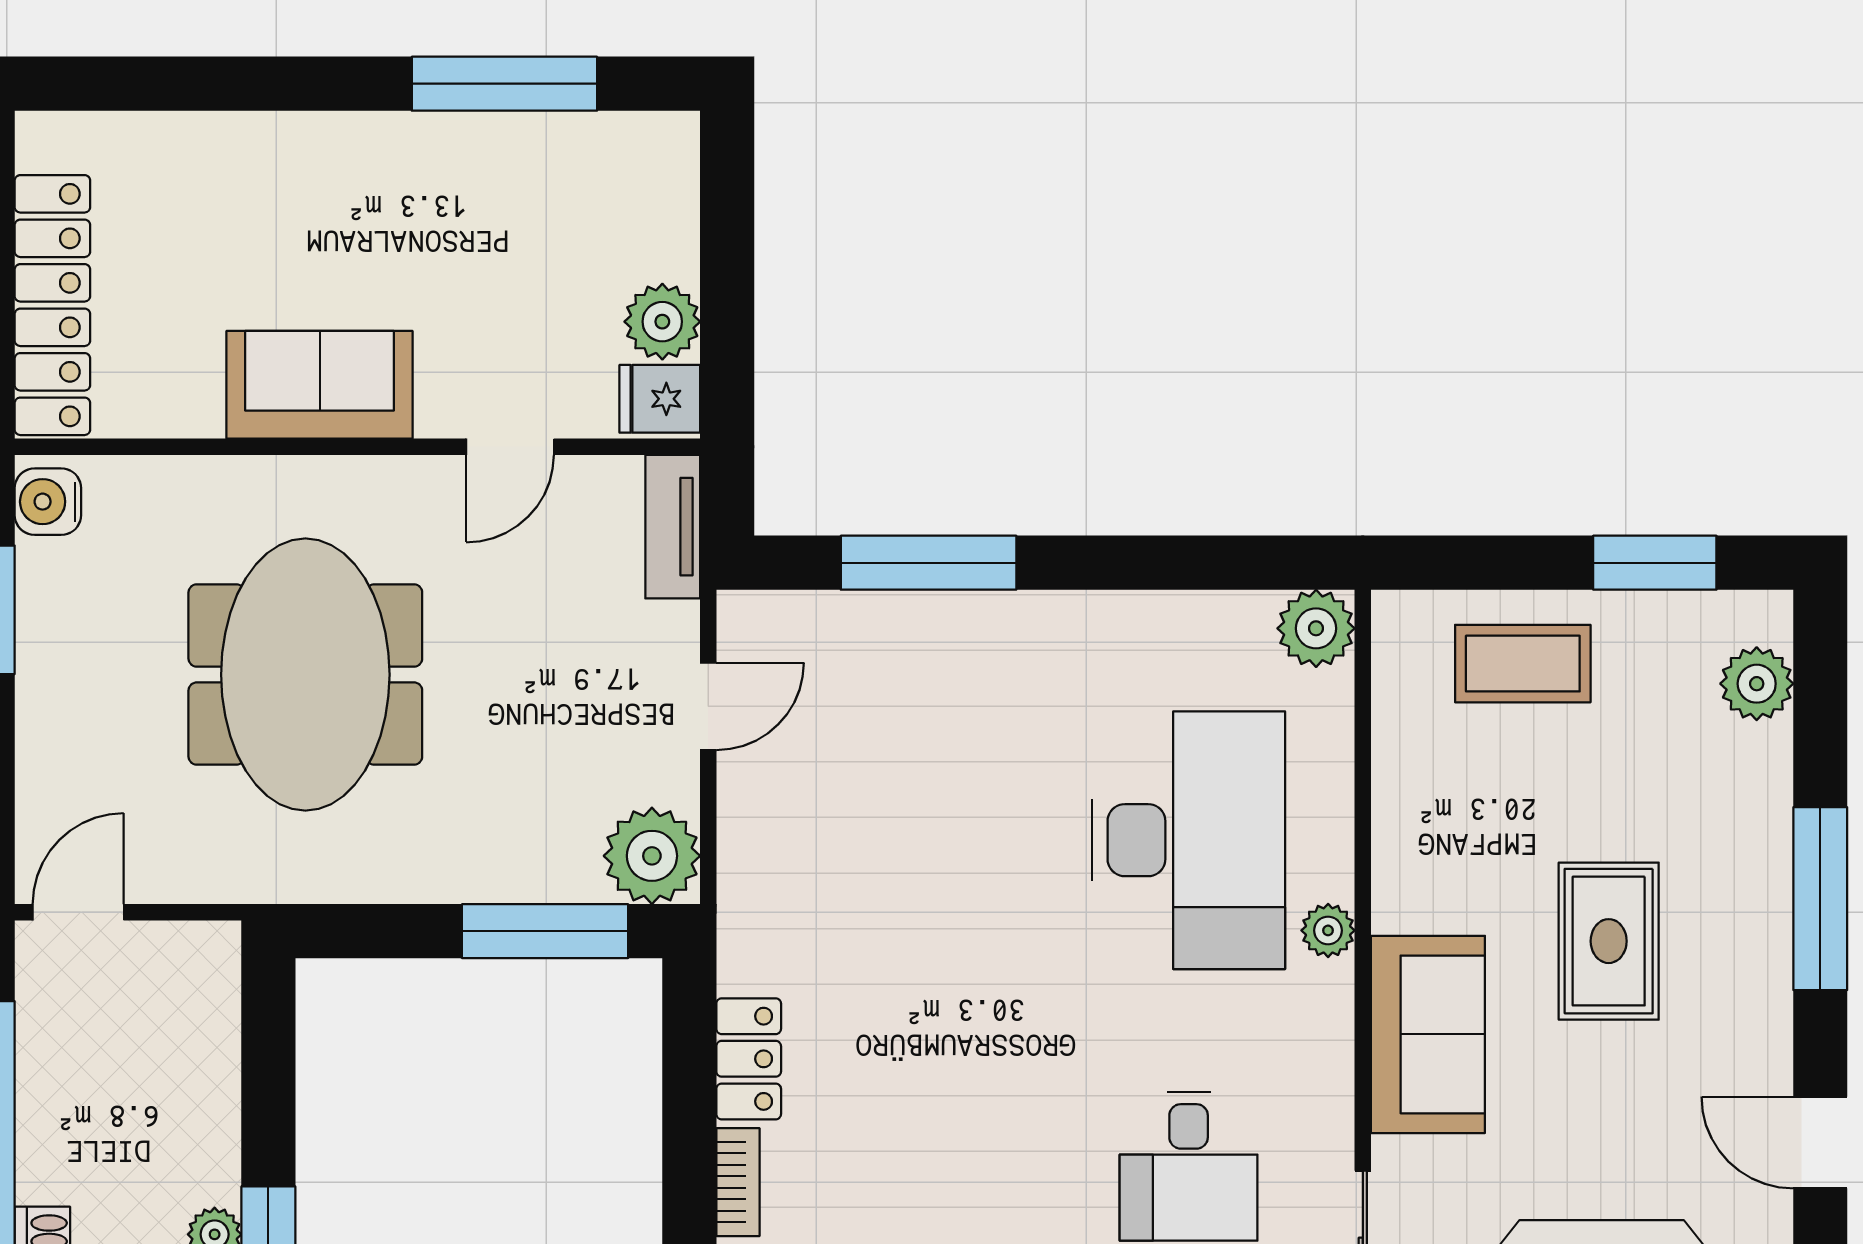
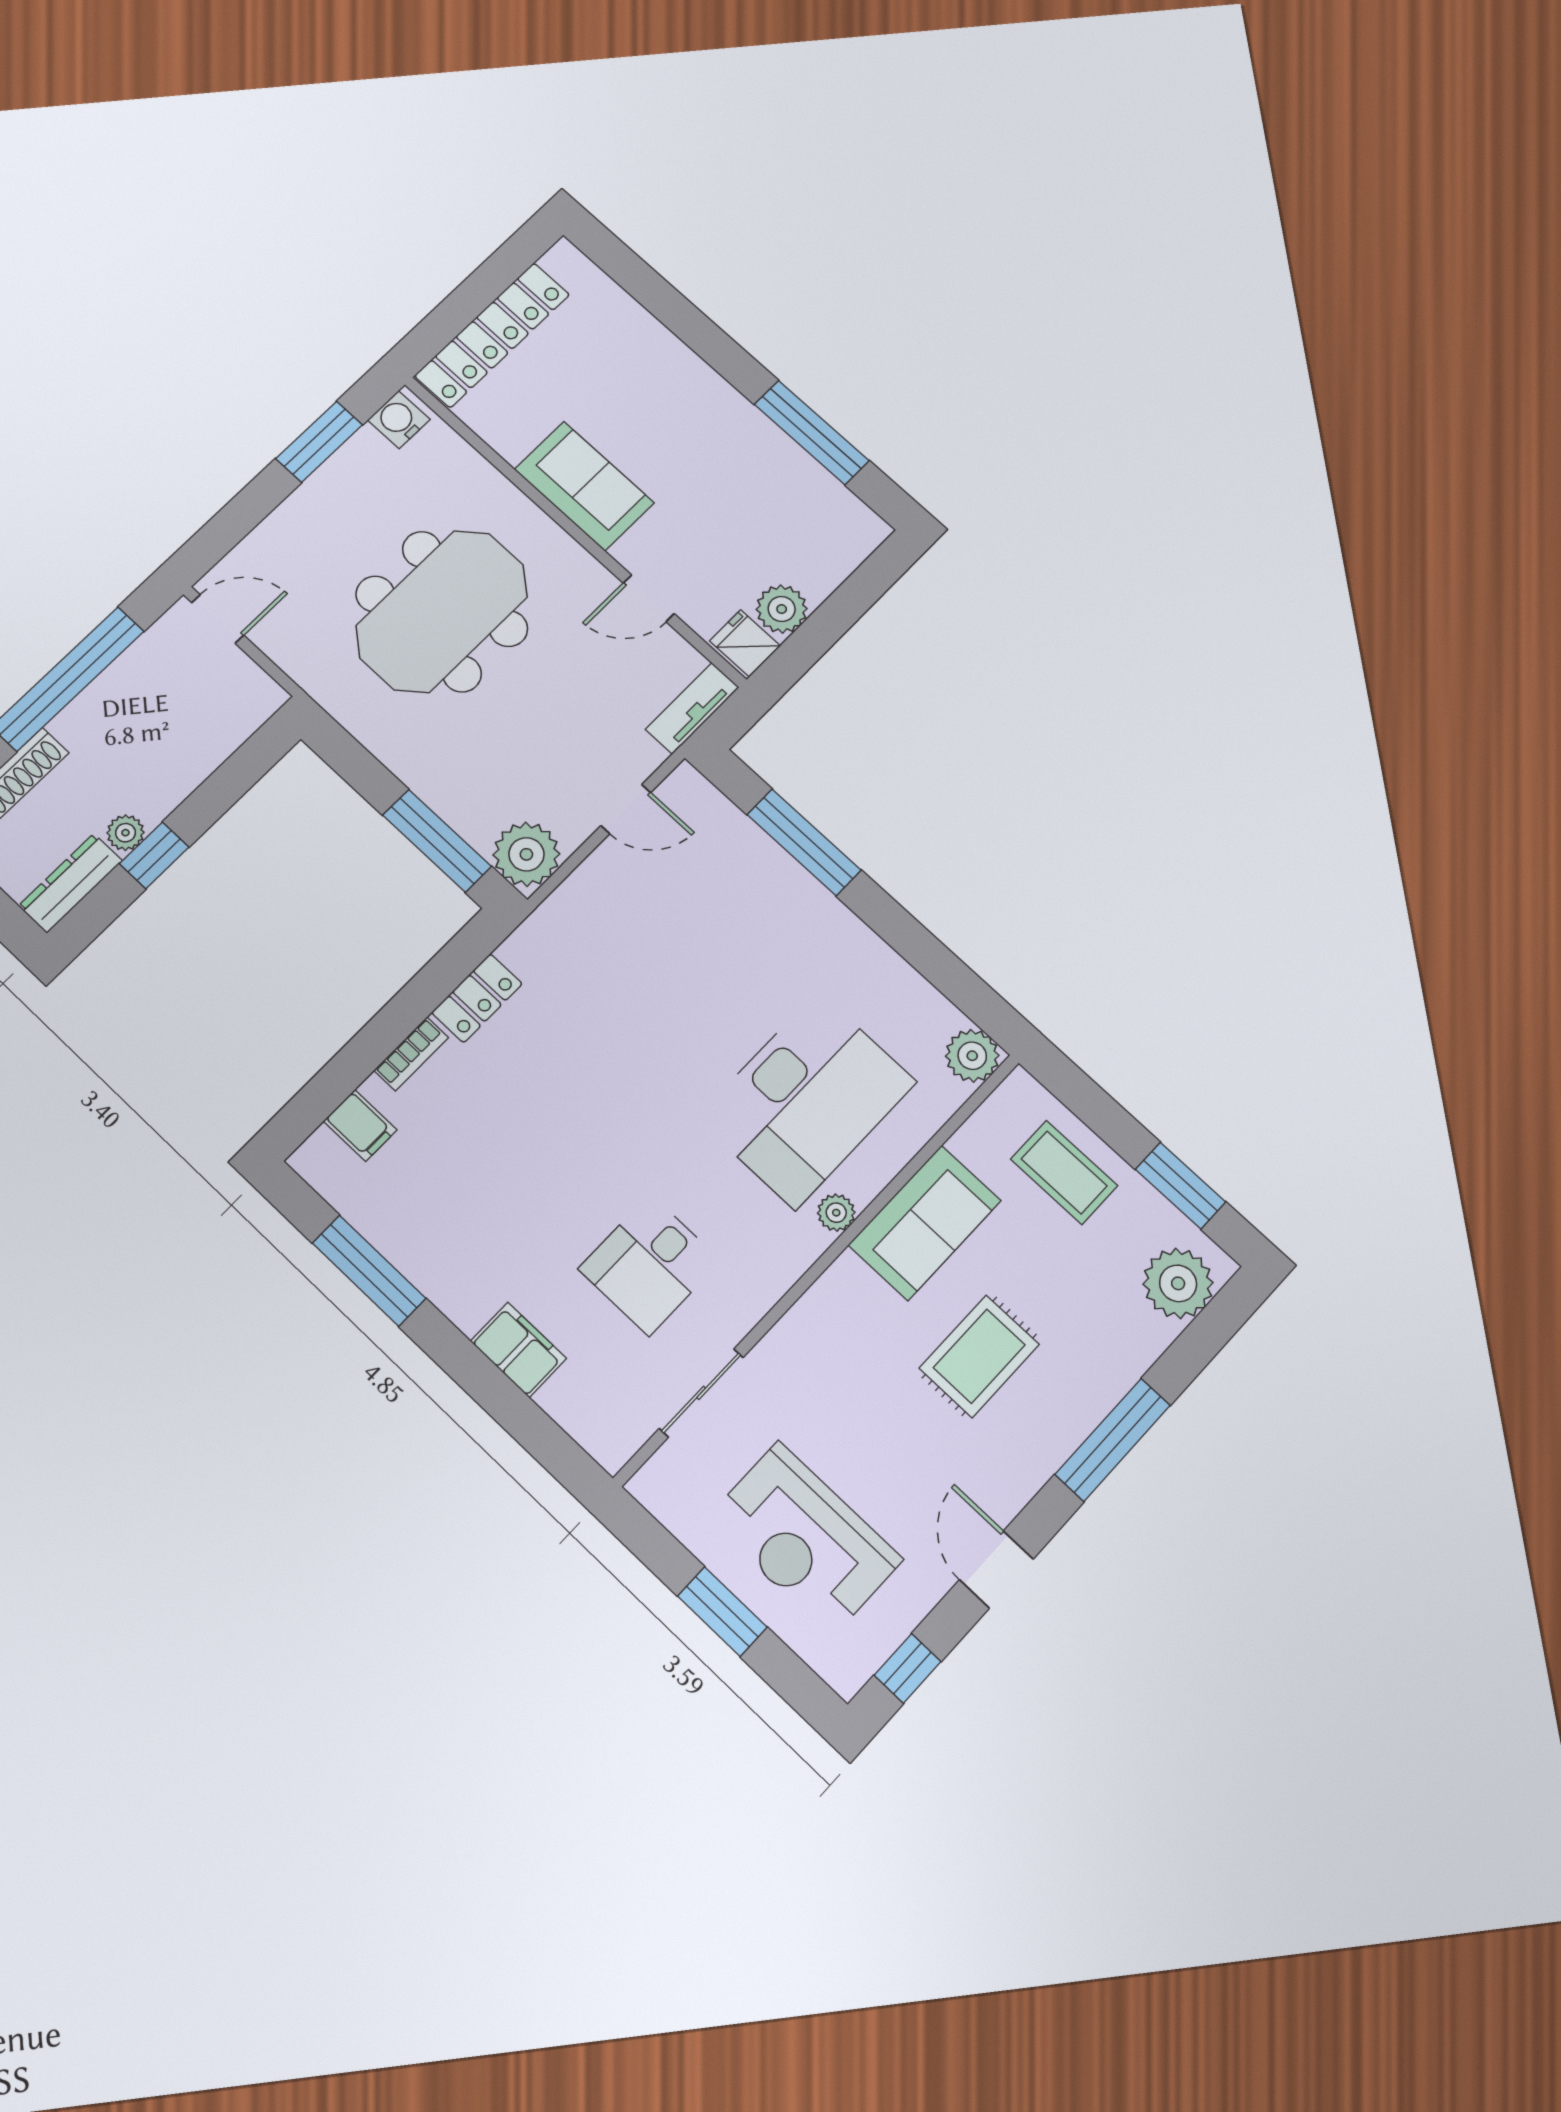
plant: (1757, 684) -> (1178, 1283), width x1.36, depth x1.36
sofa: (1428, 1034) -> (925, 1223), moved

